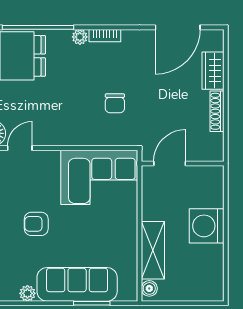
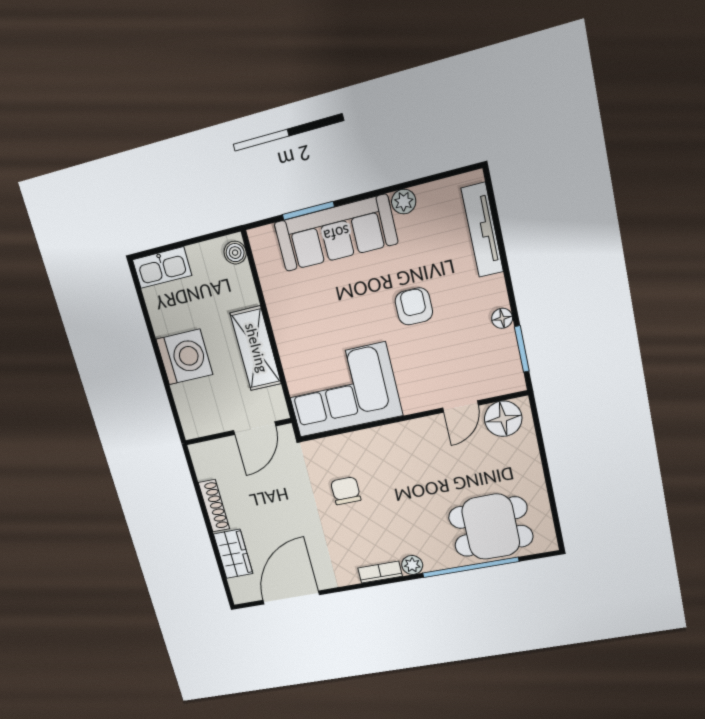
armchair: (36, 224) -> (414, 306), turned -90
shelving: (153, 250) -> (256, 348), moved
kitchen sink: (204, 291) -> (162, 268), added

